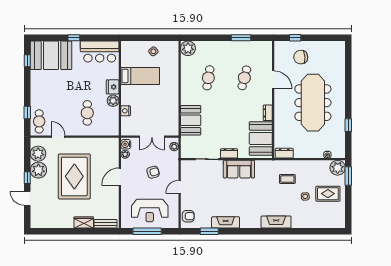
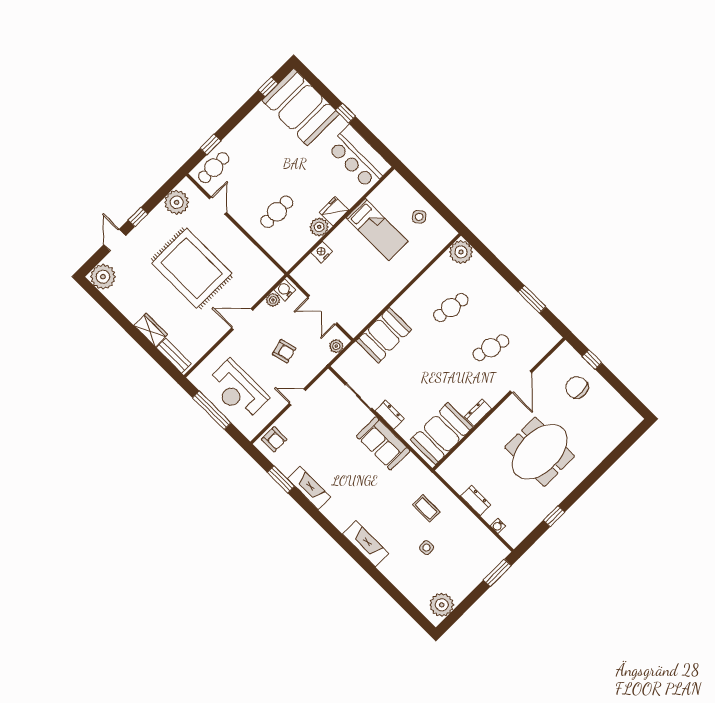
meeting table: (313, 103) -> (540, 452), width x0.73
dresser: (284, 153) -> (476, 500), moved
plant: (338, 168) -> (442, 605), moved
plant: (38, 170) -> (103, 277), moved
rug: (74, 176) -> (192, 268), turned 90
rug: (328, 194) -> (455, 570), removed

